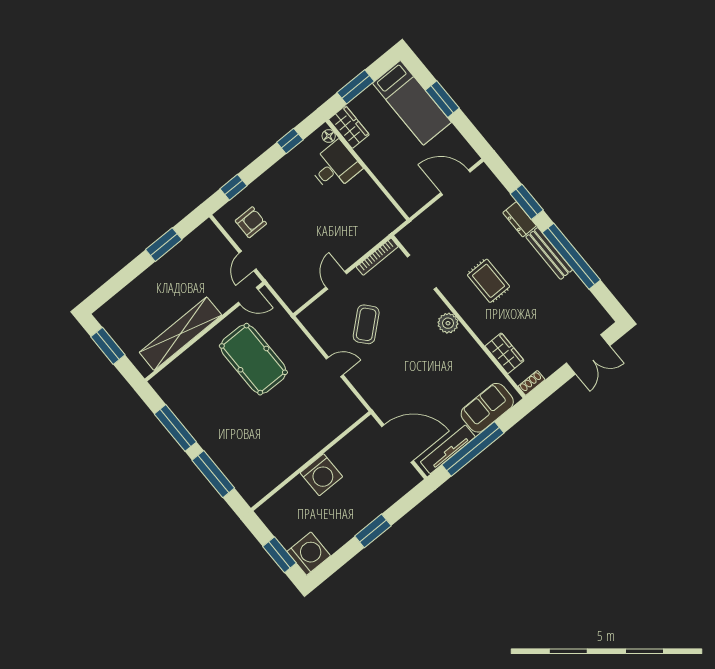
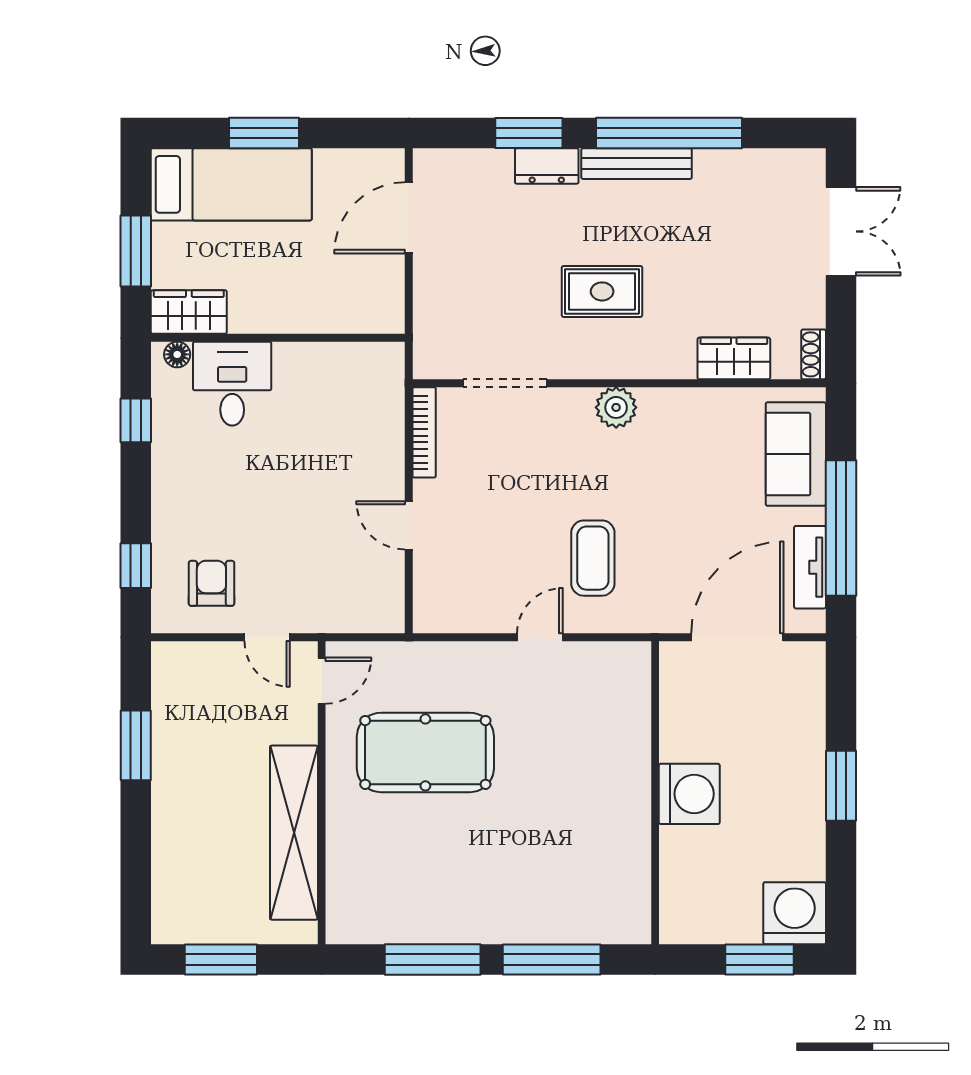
coffee table: (366, 324) -> (593, 558), moved, turned 41
tv unit: (448, 449) -> (810, 567), width x0.71

